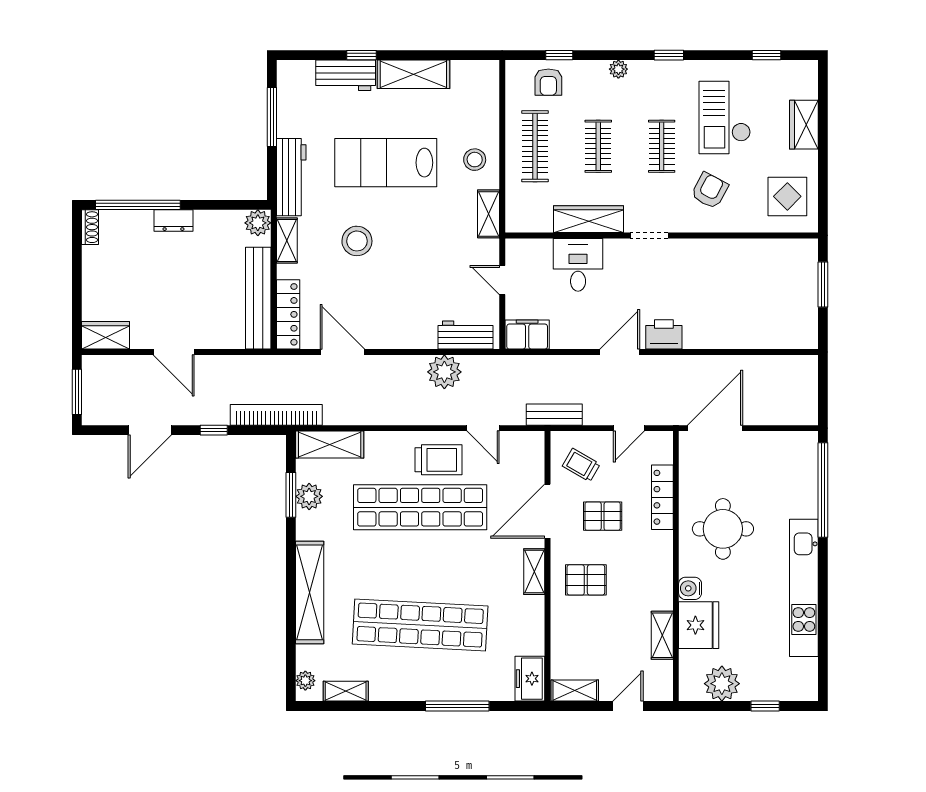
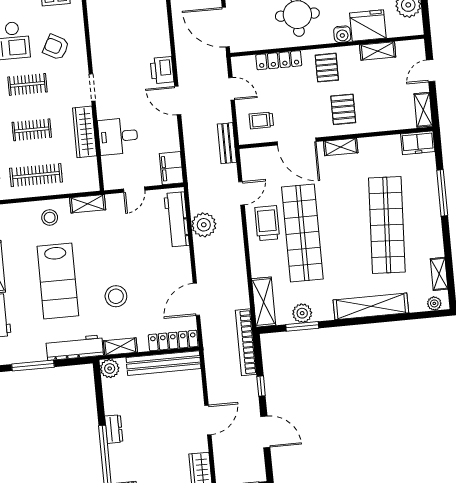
workbench: (466, 335) -> (177, 219), width x1.38
trolley: (581, 465) -> (261, 120), turned 60
pallet: (603, 516) -> (327, 68), moved
door: (628, 706) -> (431, 71), hinge flipped

